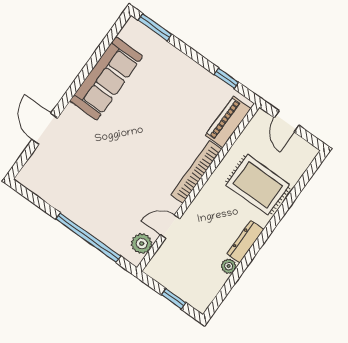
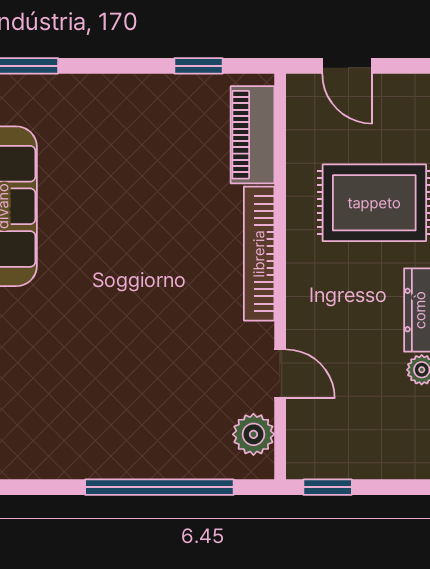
door: (170, 227) -> (280, 374), swing flipped
window: (174, 299) -> (328, 487), moved

